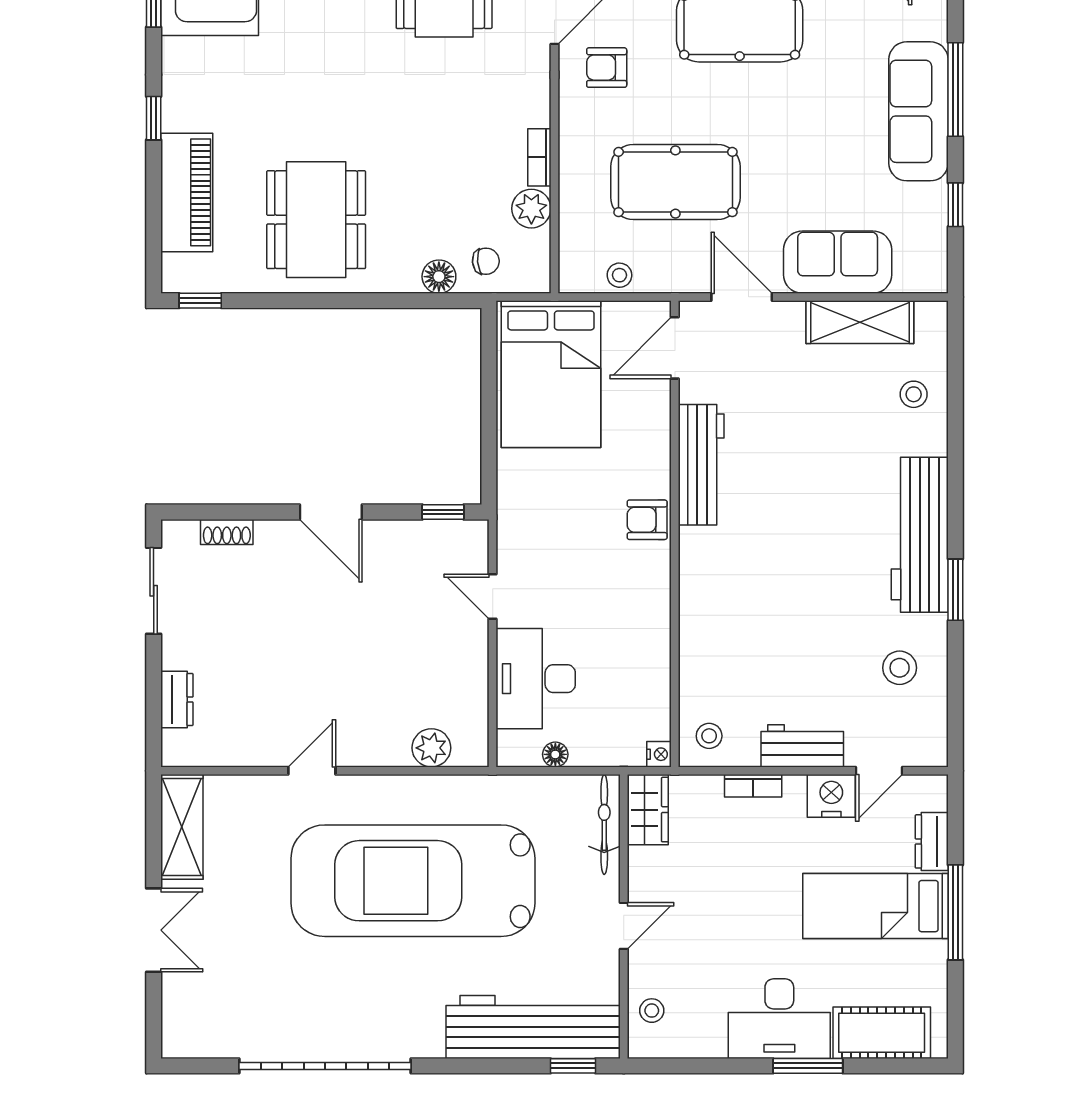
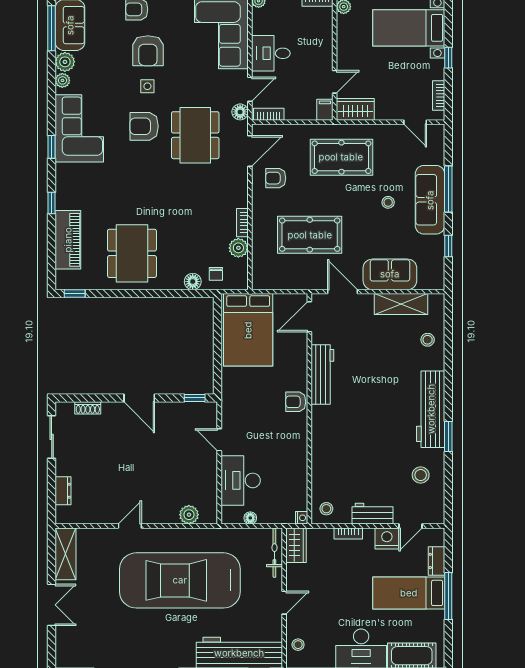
chair: (486, 261) -> (216, 274), turned 95
stool: (619, 275) -> (388, 202), moved

